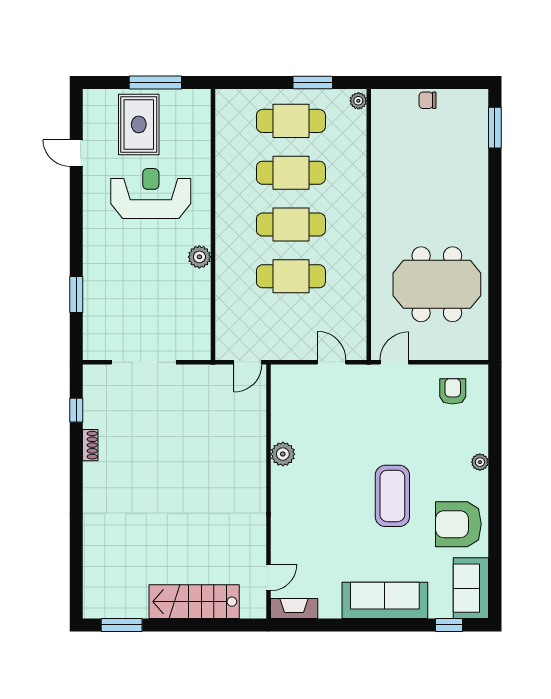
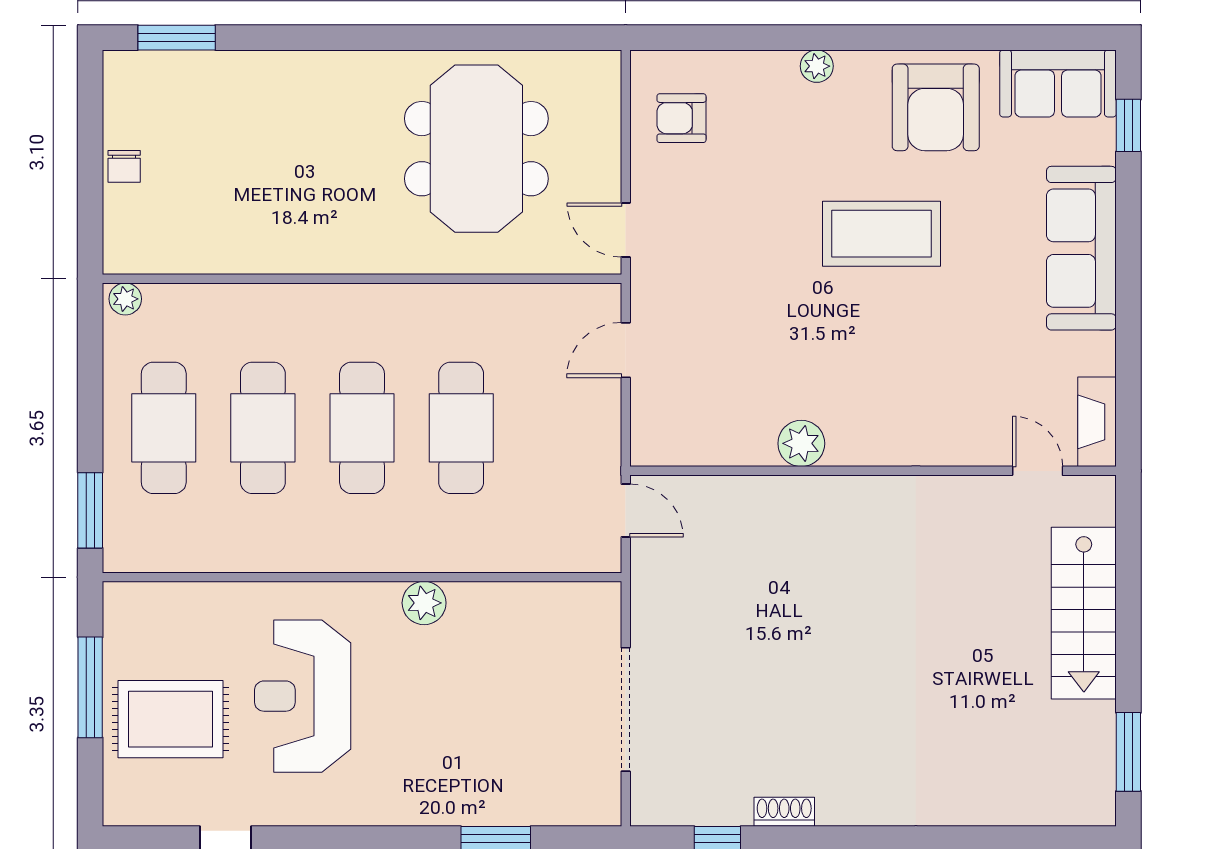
window: (313, 82) -> (90, 510), moved

